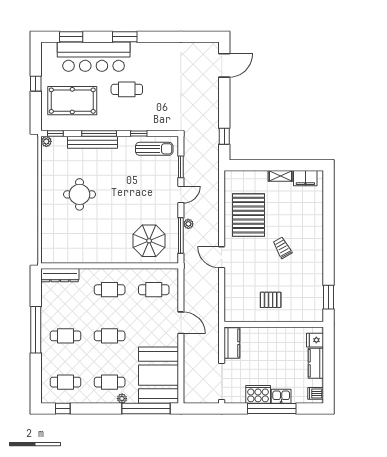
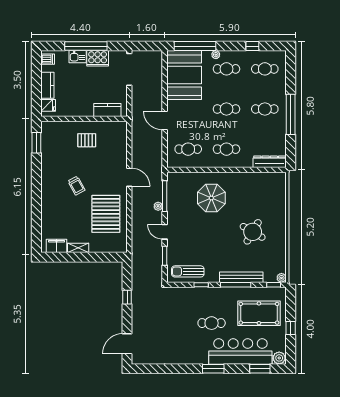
plant: (49, 49) -> (279, 358), added
window: (224, 136) -> (127, 297), moved
round table: (80, 194) -> (253, 232), turned 30
door: (181, 195) -> (165, 232), hinge flipped
parasol: (149, 241) -> (211, 198), moved
kitchen counter: (232, 343) -> (107, 110), moved, turned 90
window: (63, 408) -> (252, 46), moved

